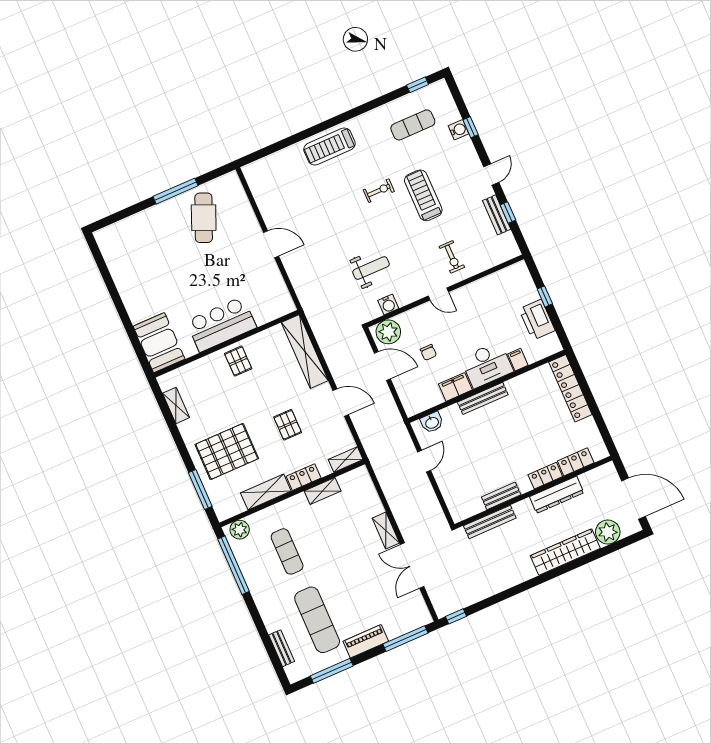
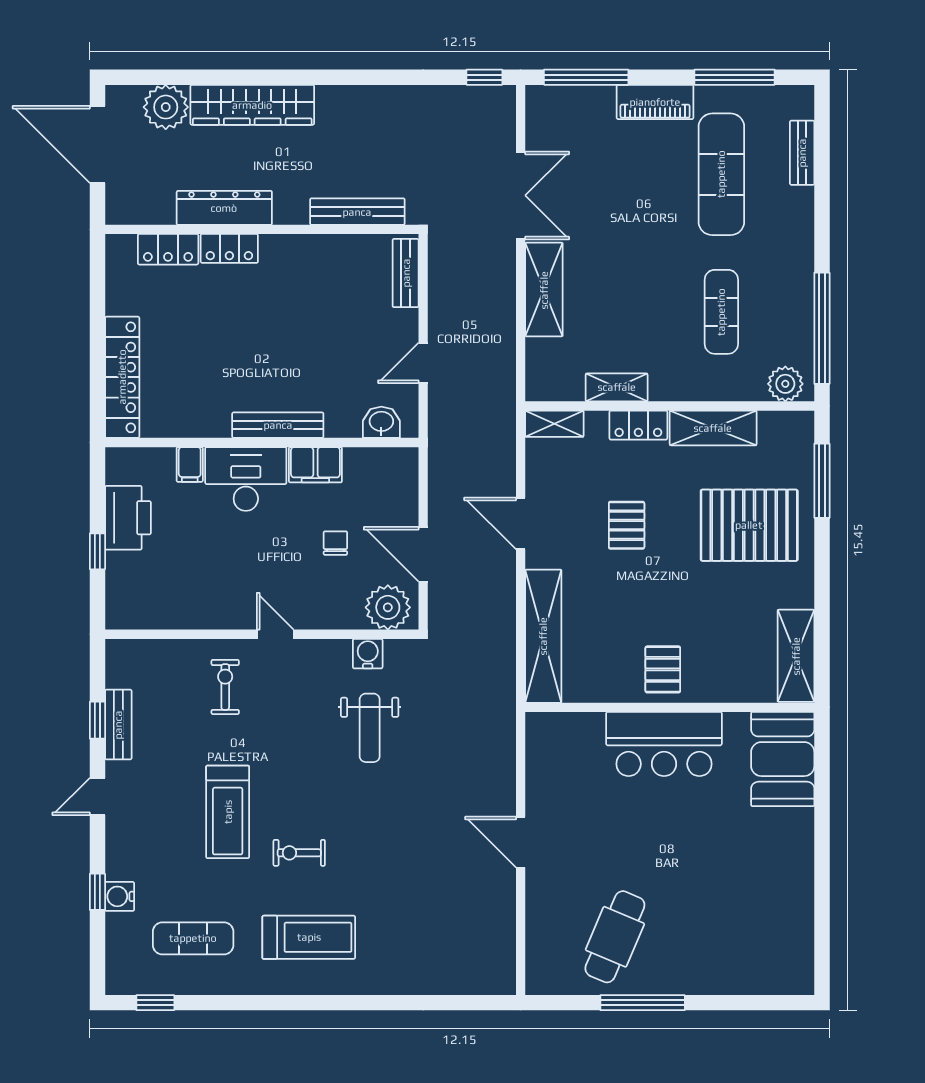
treadmill: (329, 146) -> (309, 937), moved
weight bench: (371, 268) -> (370, 728), turned -90
shelving: (176, 405) -> (796, 656), width x1.50, depth x1.33
bench: (501, 496) -> (406, 273), moved, turned 90
shelving: (386, 531) -> (544, 290), width x1.50, depth x1.33

